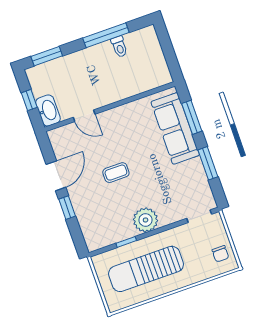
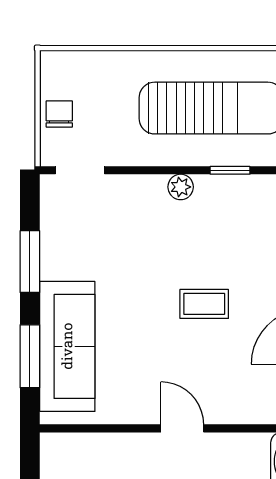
door: (84, 116) -> (182, 428), moved
plant: (146, 220) -> (181, 187), width x0.53, depth x0.53
chair: (220, 254) -> (59, 114), moved

